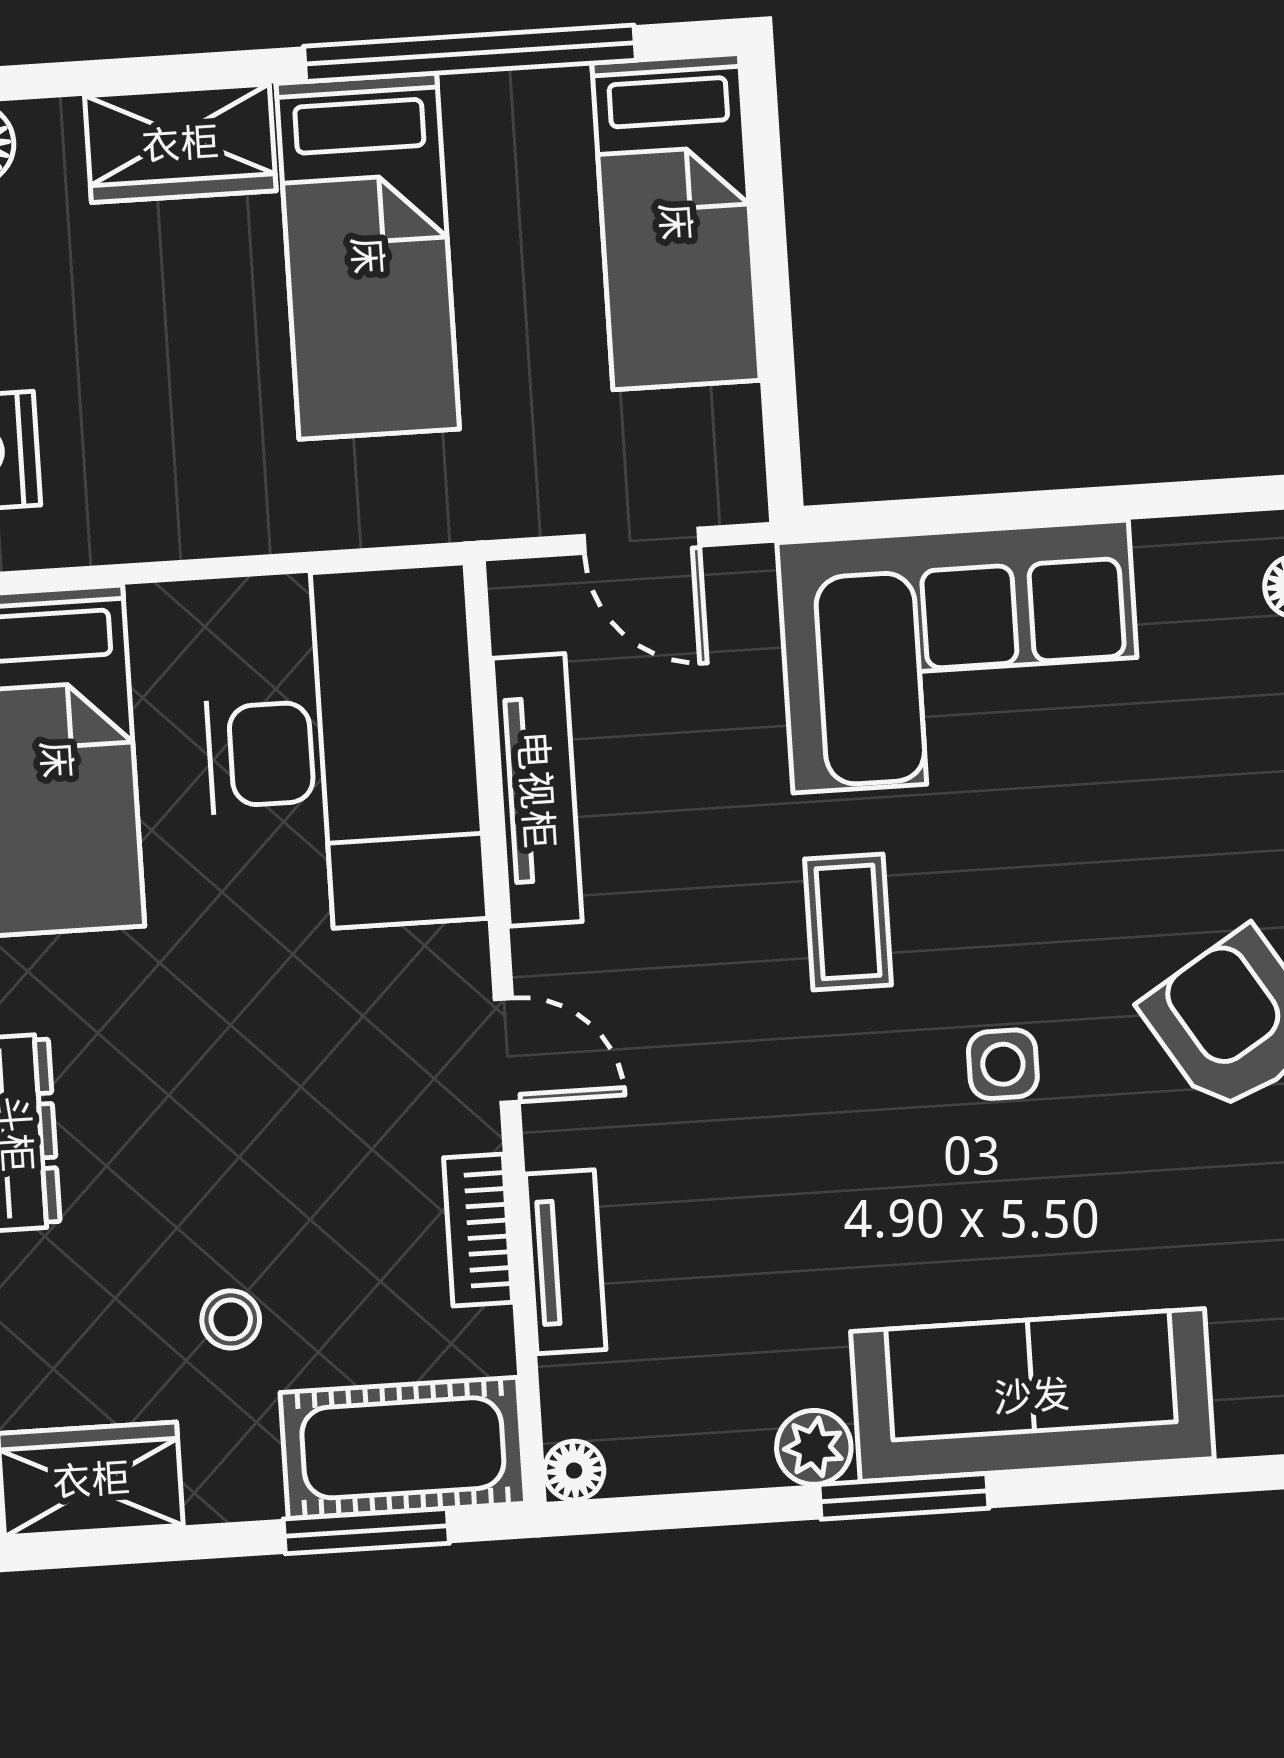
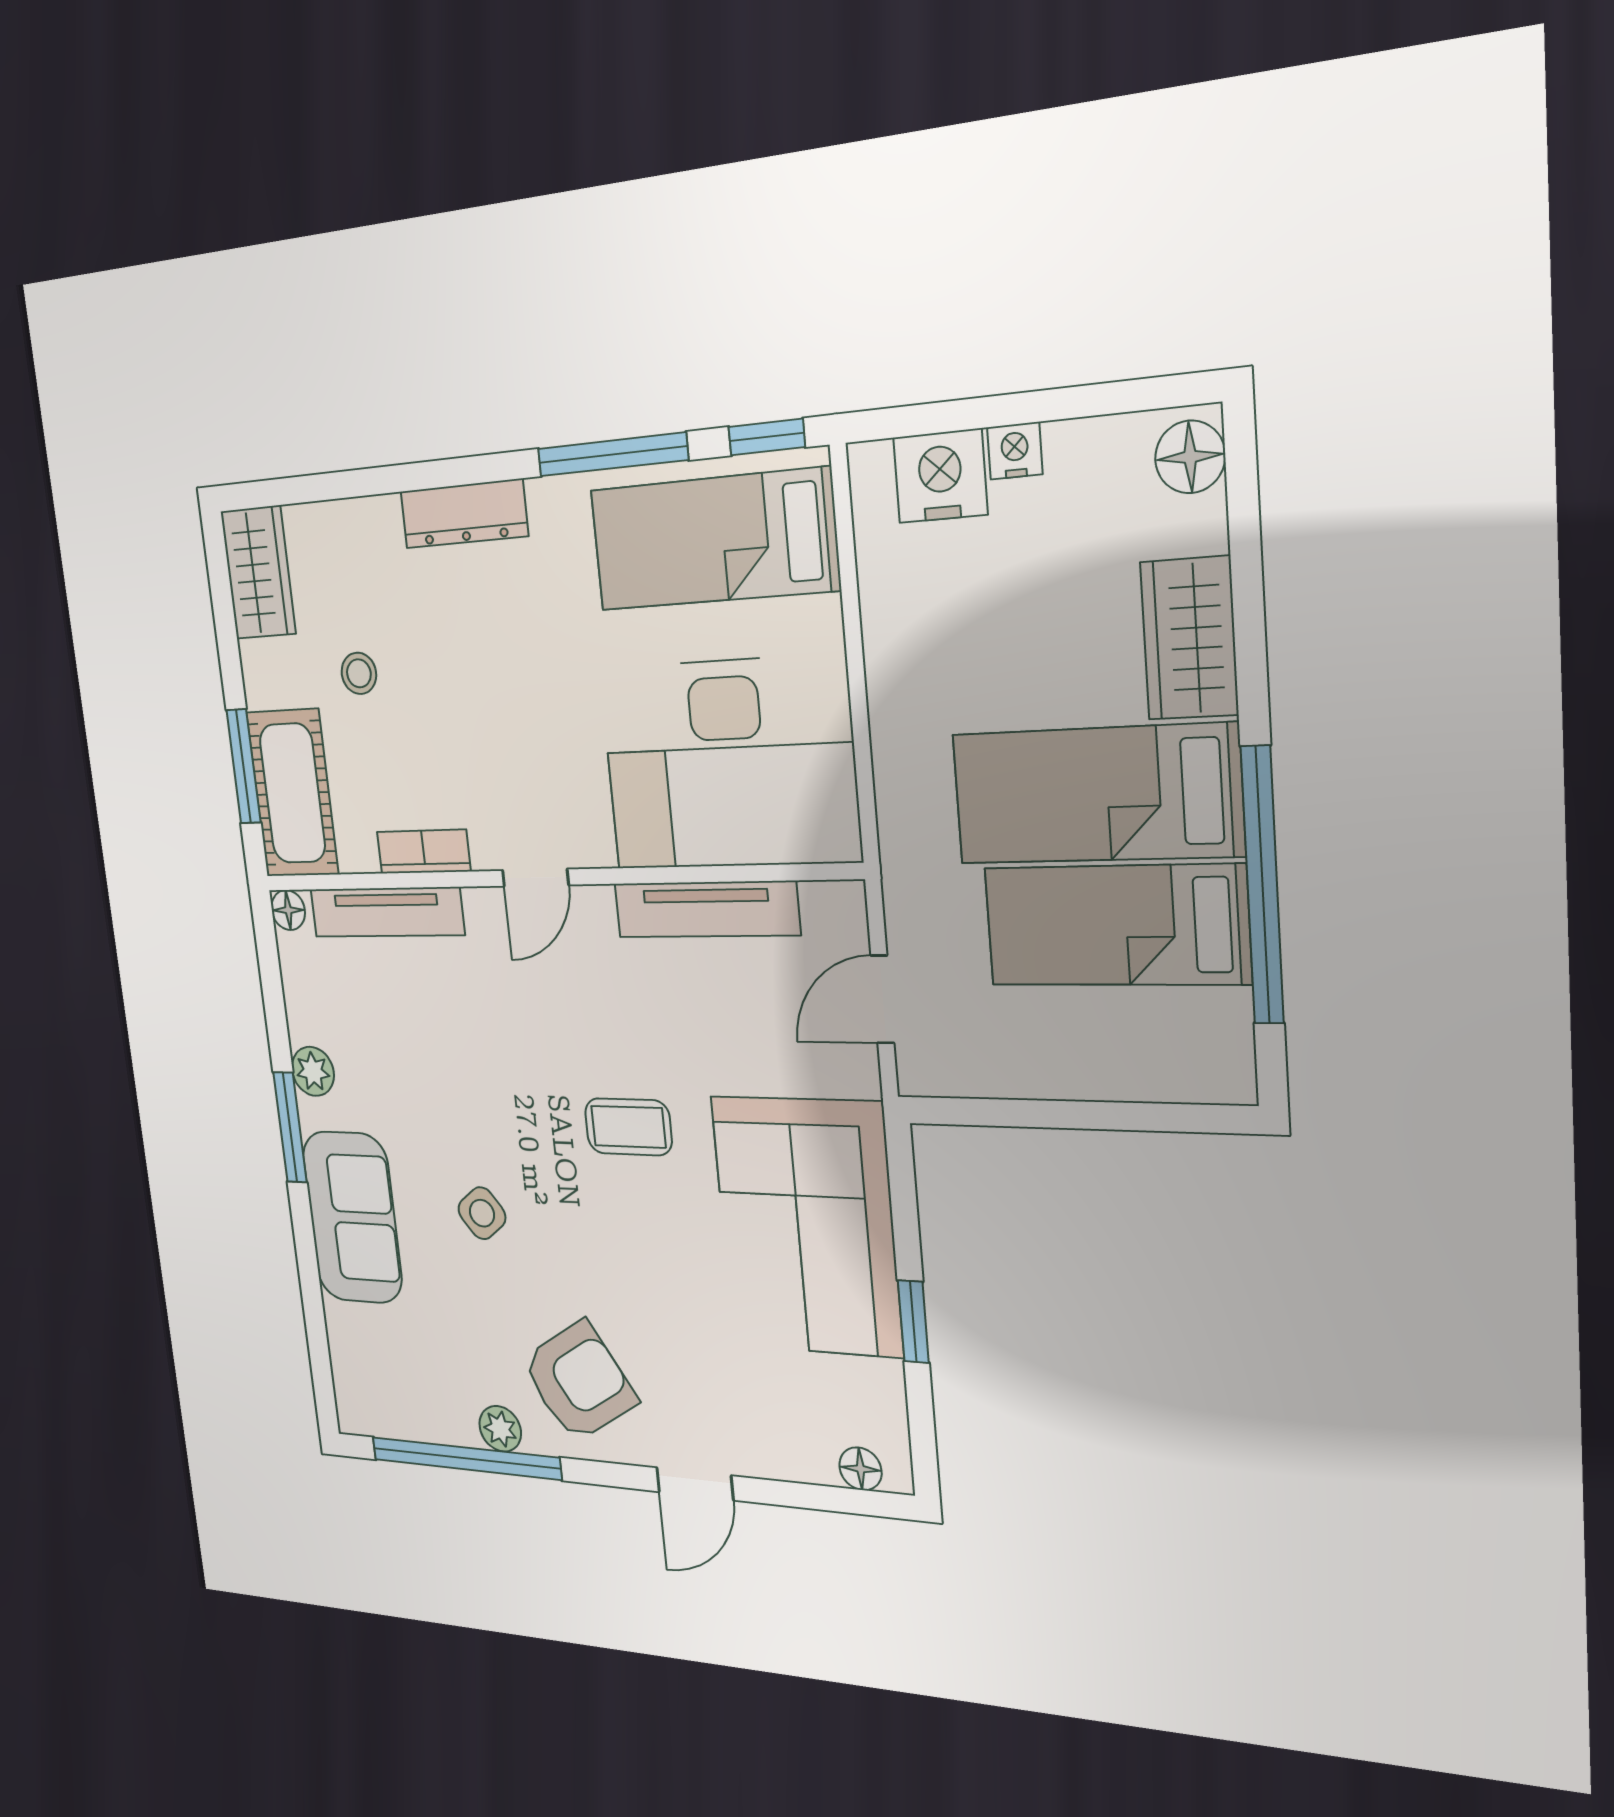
bed: (676, 222) -> (1116, 925), moved
window: (1074, 506) -> (913, 1322), added
side table: (1003, 1064) -> (482, 1213), moved, turned -38
tv unit: (566, 1262) -> (387, 912), width x1.41
sofa: (1032, 1395) -> (352, 1217), width x0.73

